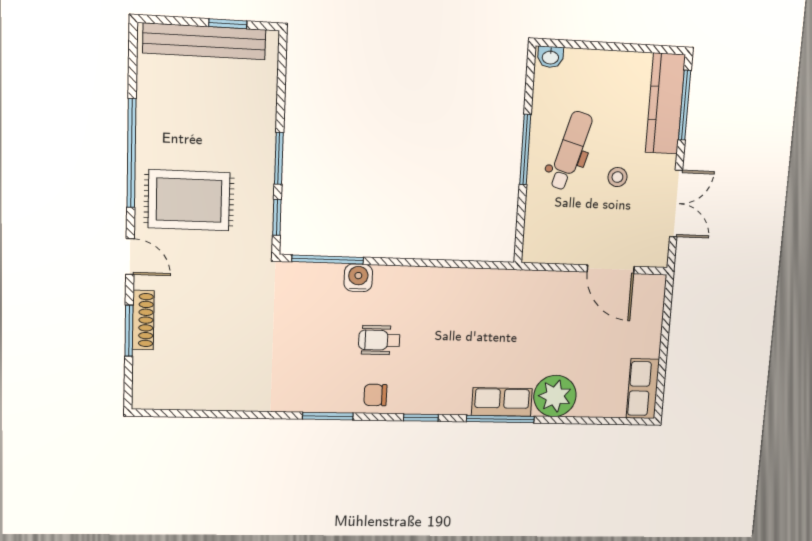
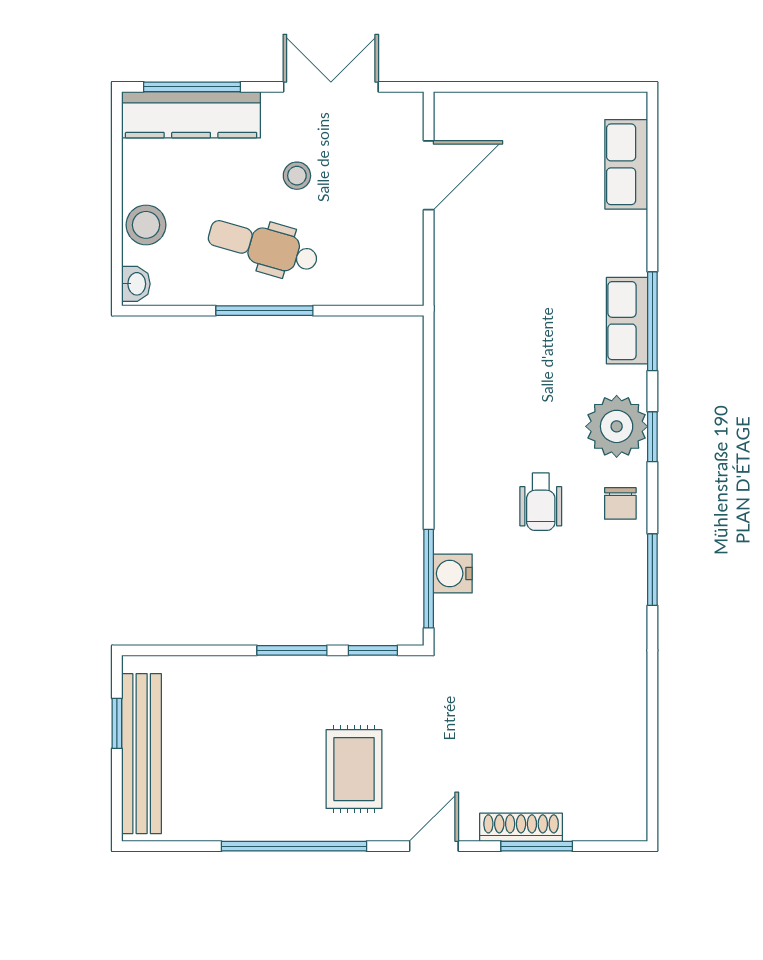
stool: (591, 67) -> (146, 225), added
rug: (189, 200) -> (354, 769), width x0.73, depth x0.70
water cooler: (358, 278) -> (453, 574), moved
row of seats: (643, 389) -> (626, 164), moved, turned 90
plant: (555, 396) -> (617, 426), moved

